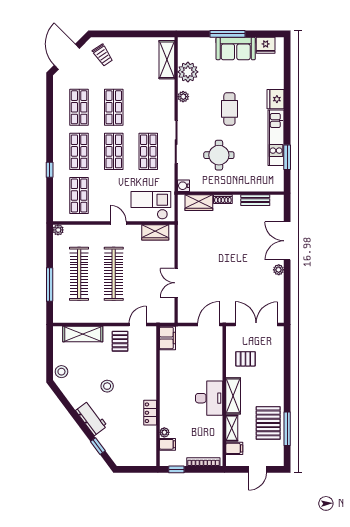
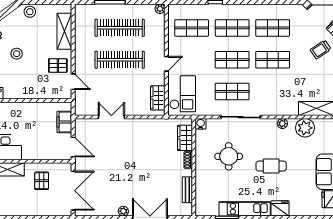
filing cabinet: (167, 338) -> (64, 122), moved, turned 90

